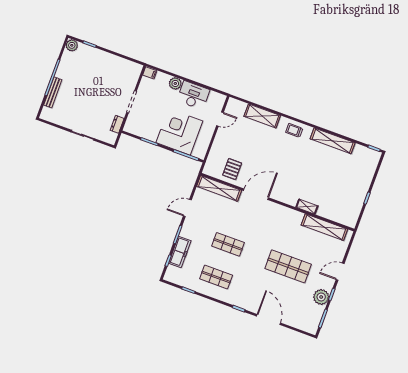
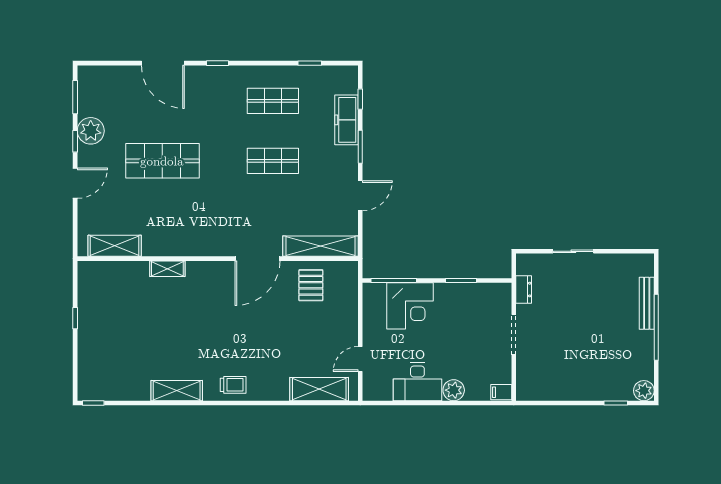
shelving: (262, 116) -> (319, 389), moved
corner desk: (179, 132) -> (410, 306), width x0.74, depth x0.74
shelving: (333, 141) -> (177, 391), width x0.68
shelving: (324, 227) -> (115, 246), width x0.68

